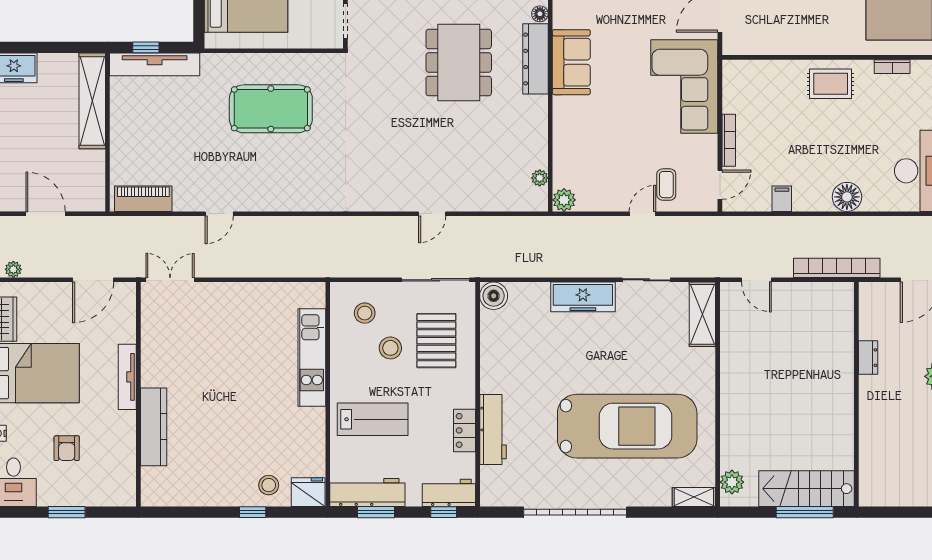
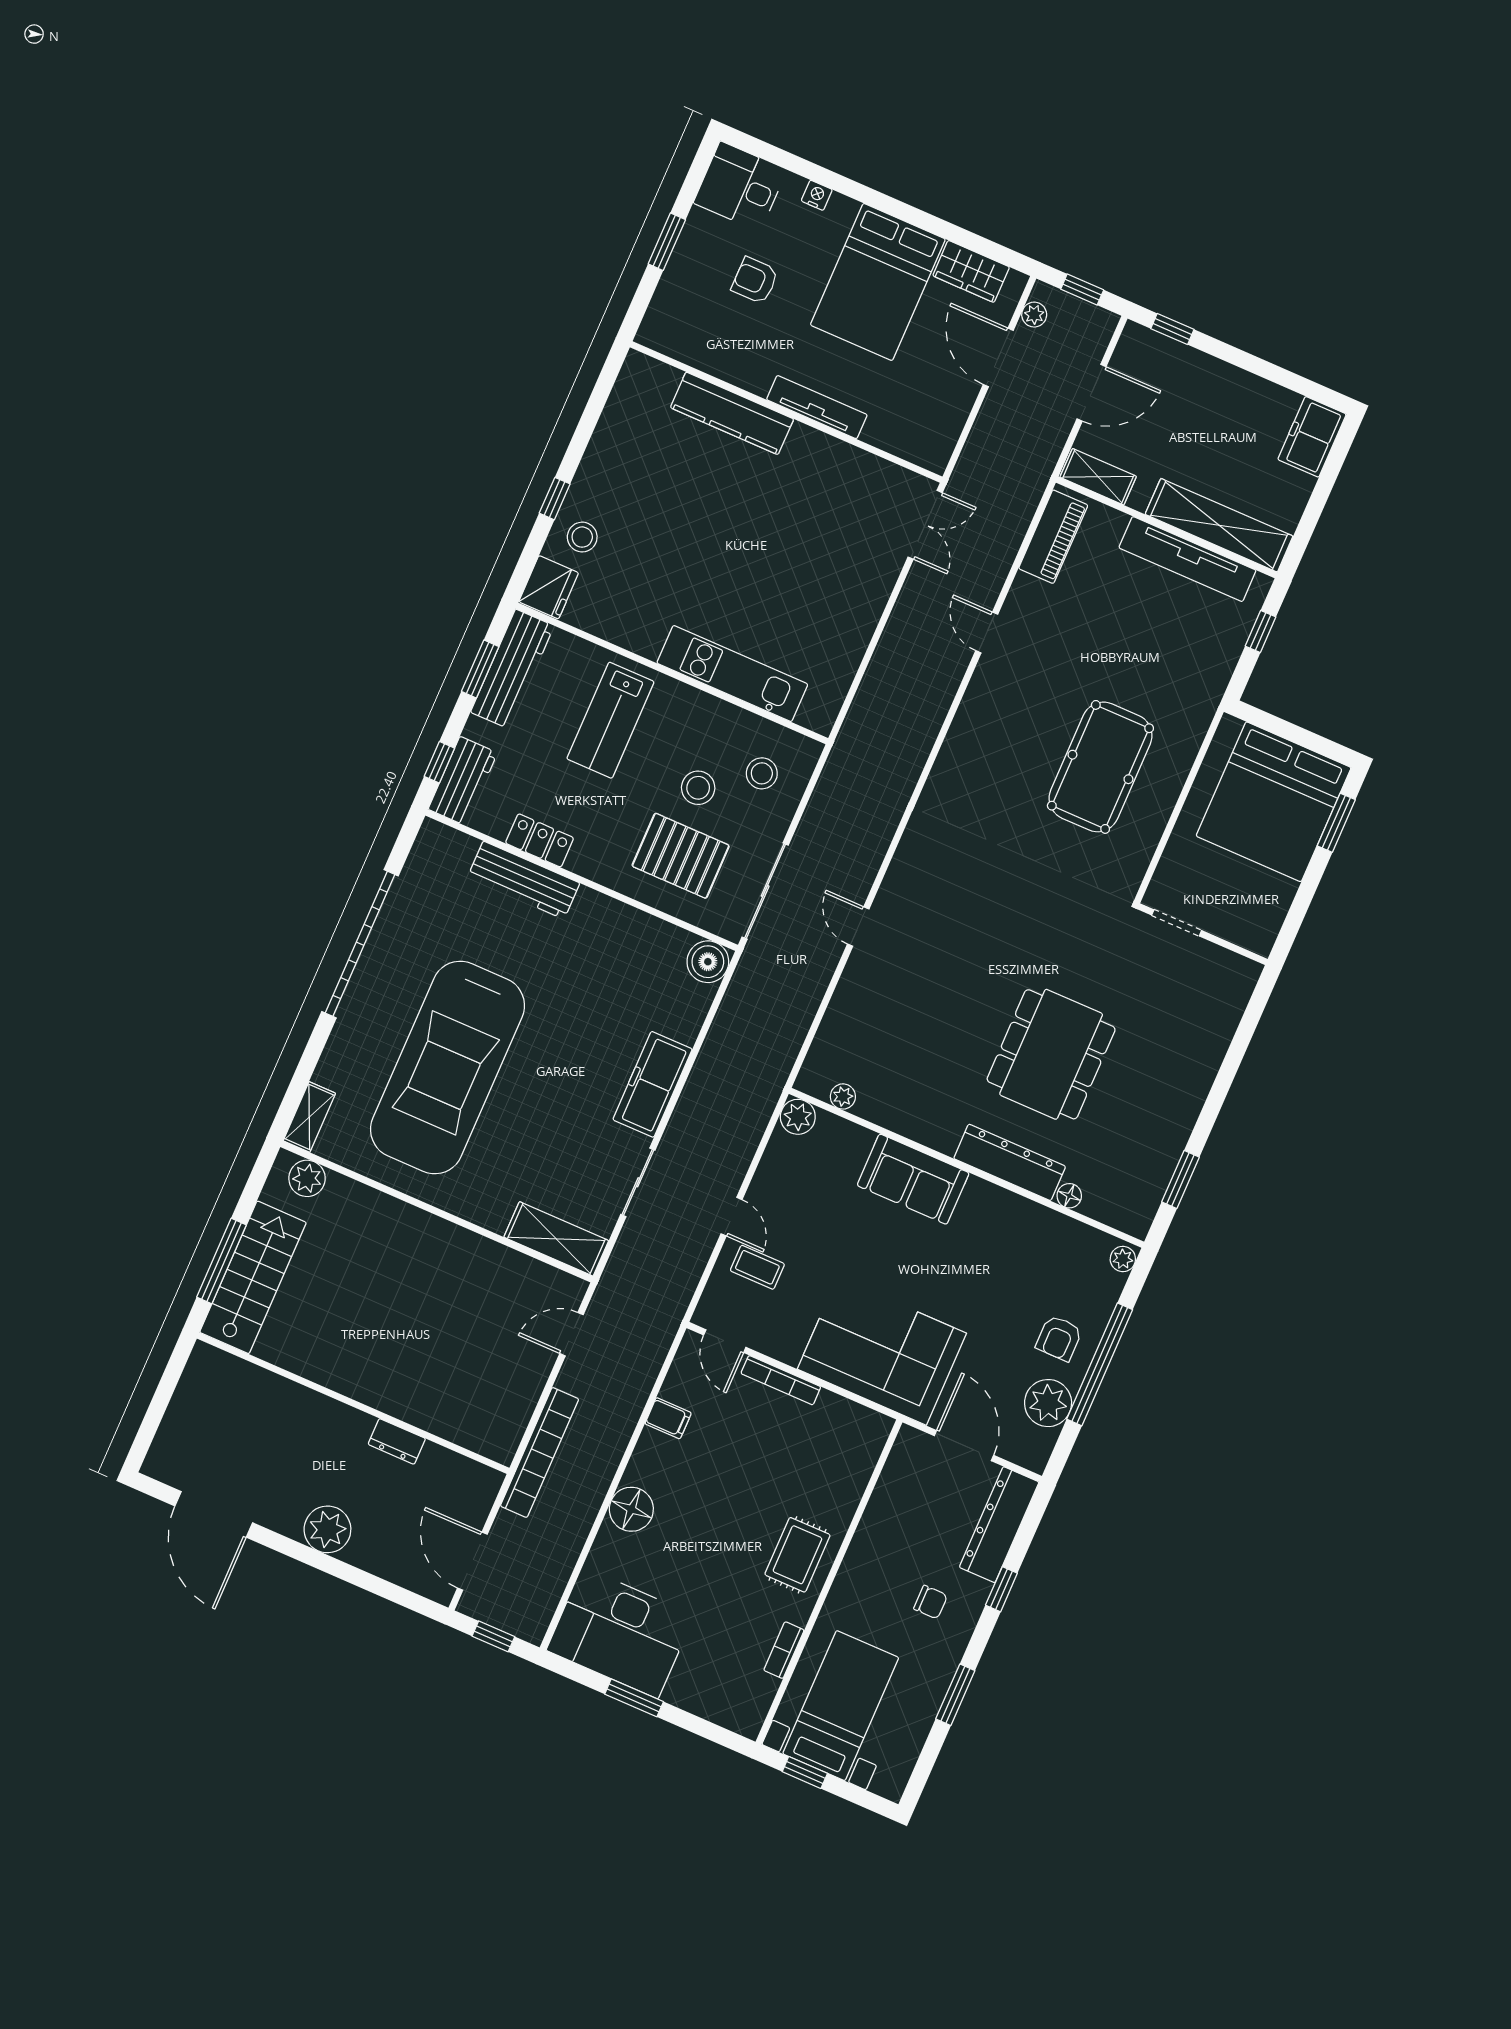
dining table: (459, 62) -> (1051, 1054), turned 90
sofa: (571, 62) -> (913, 1179), moved
tv unit: (155, 64) -> (1187, 559), moved, turned -90
shelving: (95, 187) -> (1098, 477), added
door: (93, 280) -> (998, 357), moved

